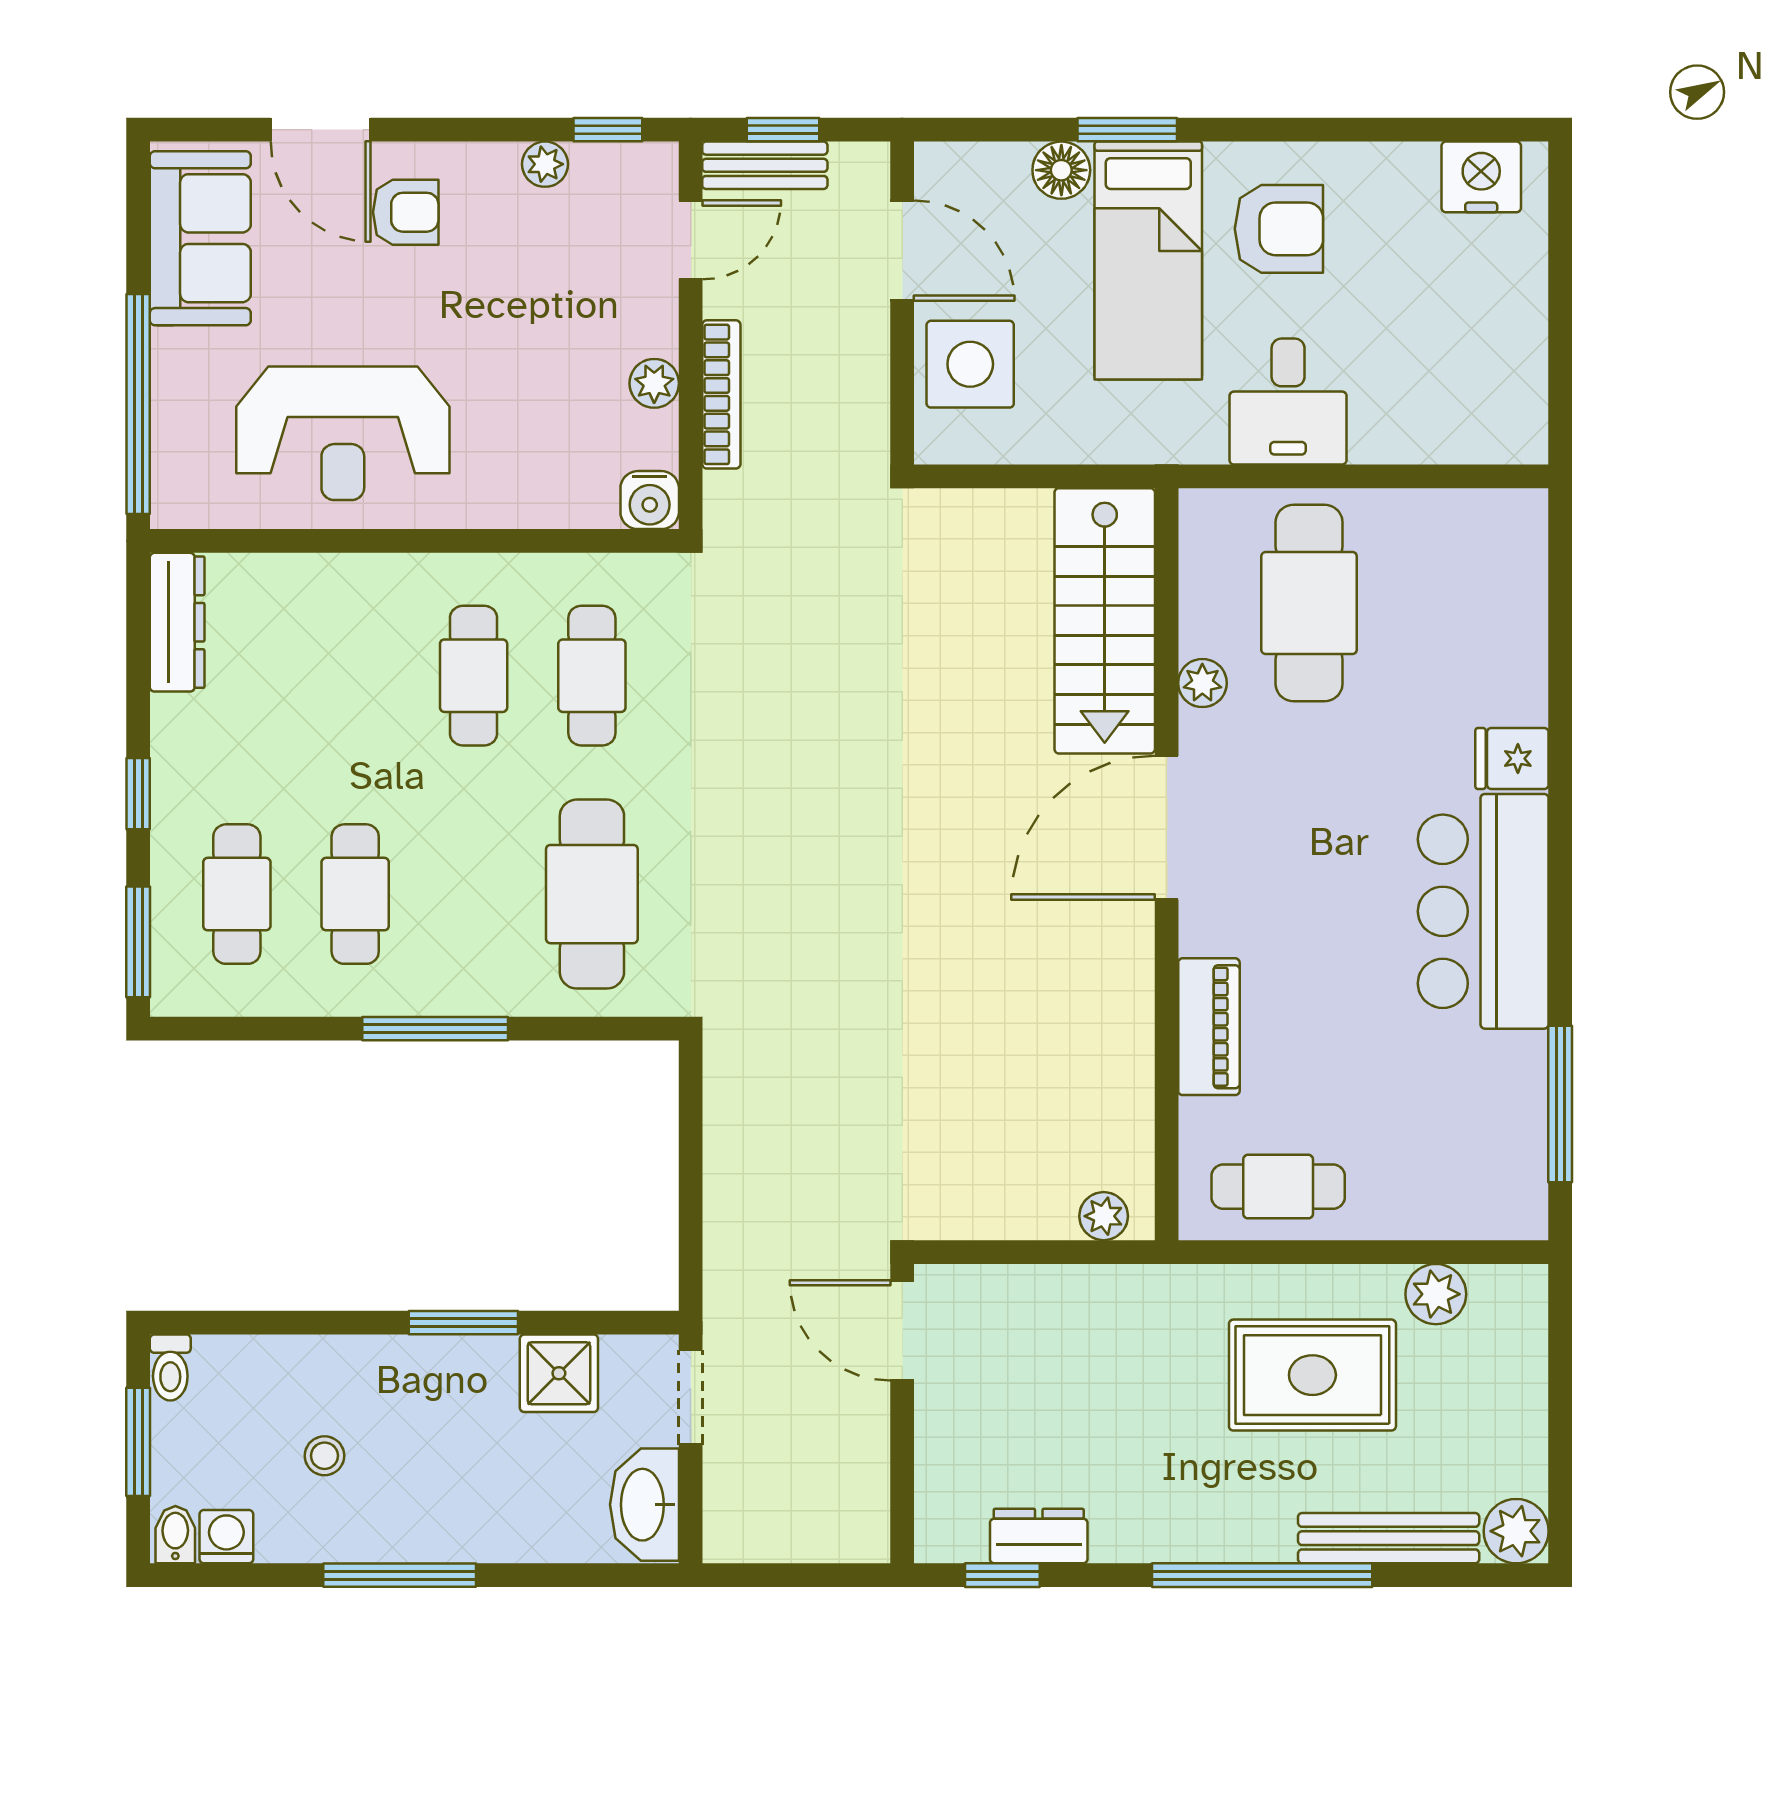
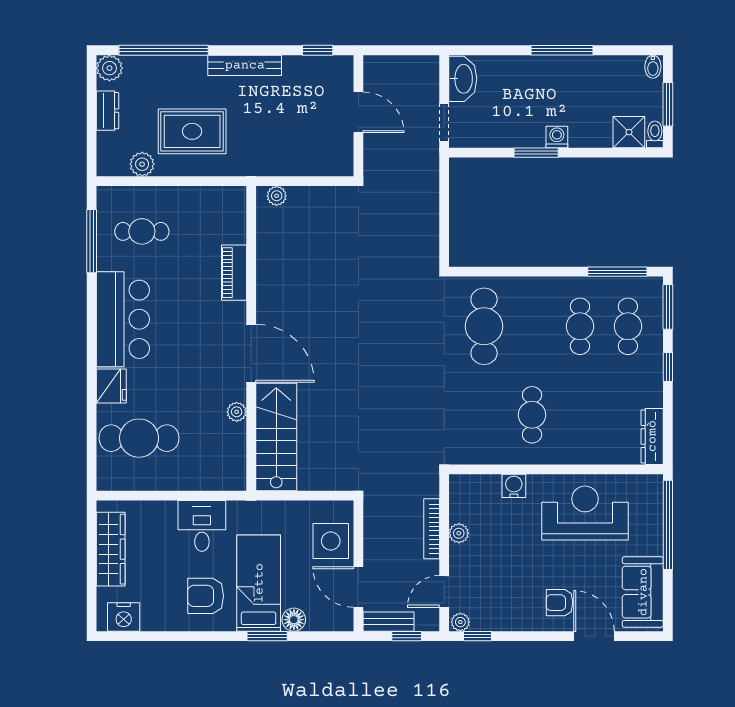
plant: (545, 164) -> (460, 622), moved
bench: (765, 165) -> (388, 622), moved
wardrobe: (1513, 344) -> (111, 549), added
water cooler: (650, 500) -> (514, 486), moved
cafe table: (1309, 603) -> (139, 438), moved, turned 90
cafe table: (592, 676) -> (484, 415), removed
fridge: (1512, 759) -> (111, 386), width x1.38
door: (1167, 828) -> (251, 353), hinge flipped
window: (435, 1029) -> (617, 272), moved
cafe table: (1278, 1187) -> (142, 231), moved
door: (902, 1330) -> (358, 112), moved
shower: (559, 1373) -> (629, 132), moved
stool: (324, 1456) -> (592, 99), removed
dresser: (1039, 1536) -> (107, 111), moved, turned -90
washing machine: (226, 1537) -> (557, 137), moved, turned 180
bench: (1389, 1538) -> (245, 65), moved
window: (1262, 1575) -> (164, 50), moved

